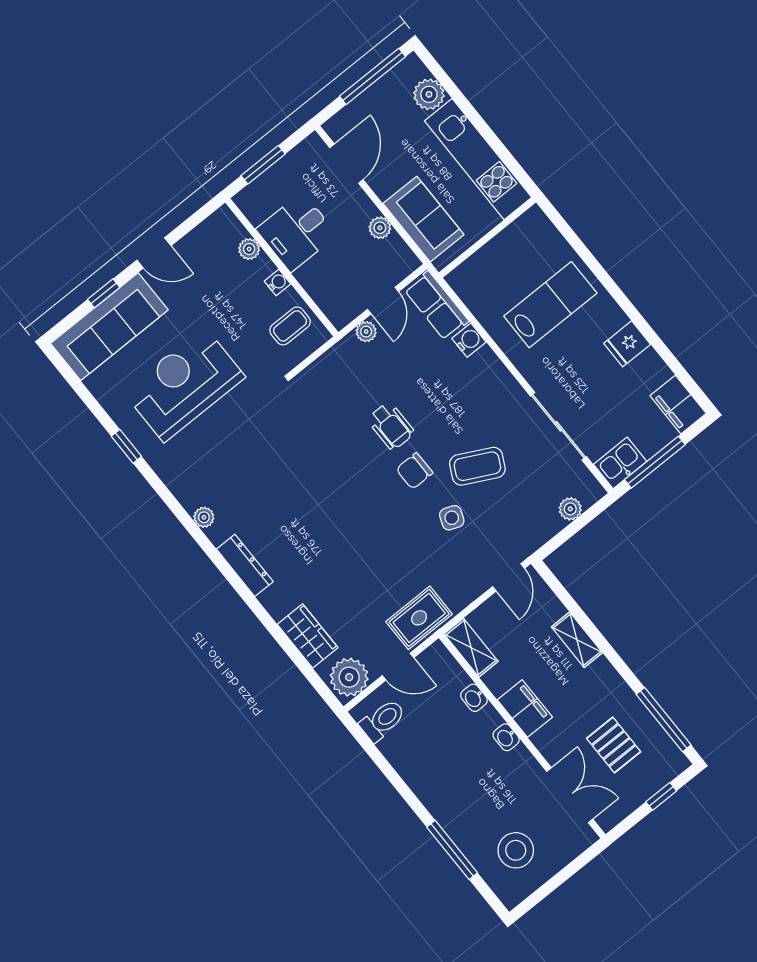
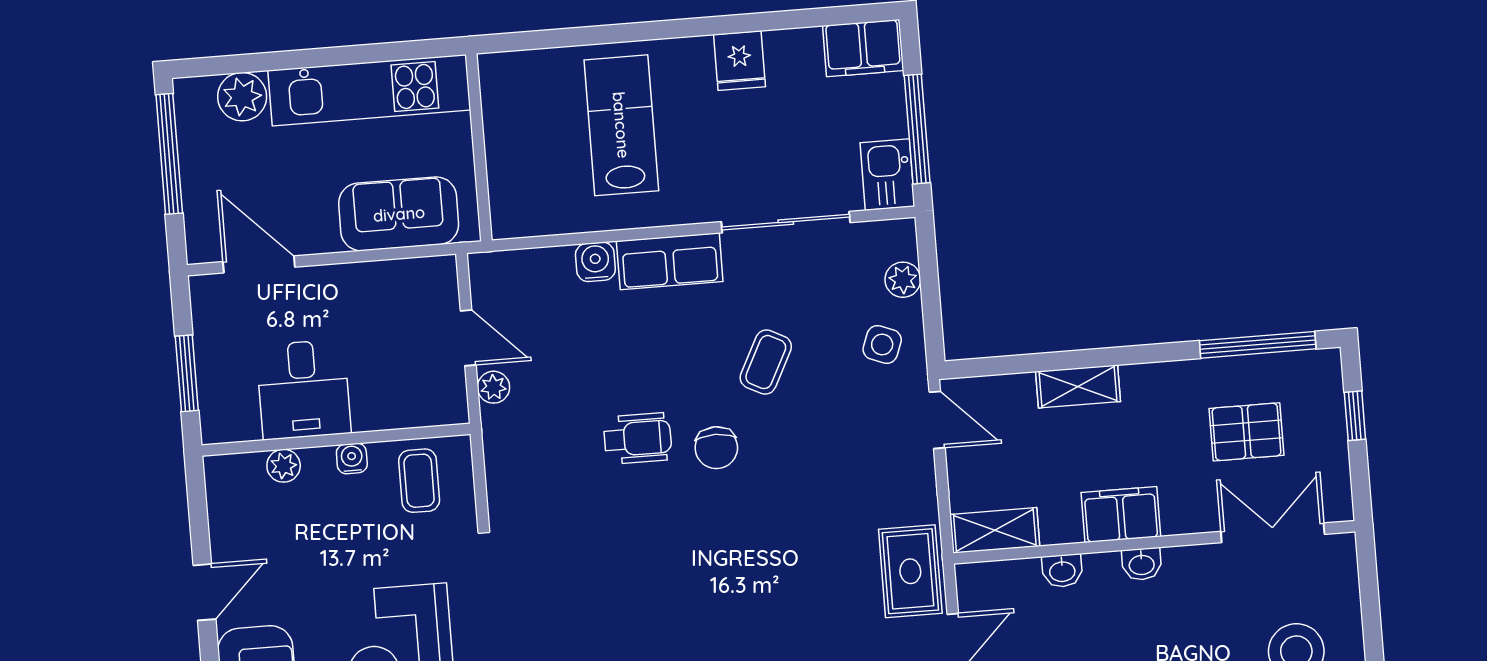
plant: (380, 228) -> (371, 278), removed
row of seats: (437, 306) -> (670, 261), moved
coffee table: (477, 466) -> (766, 362), width x0.73, depth x0.77
side table: (452, 518) -> (882, 345), moved

